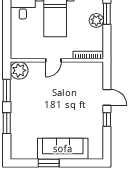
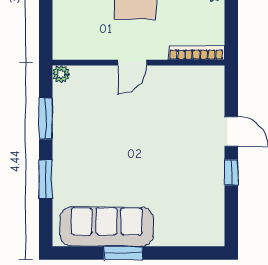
plant: (19, 70) -> (61, 74), width x0.53, depth x0.53
sofa: (63, 149) -> (107, 227), moved

